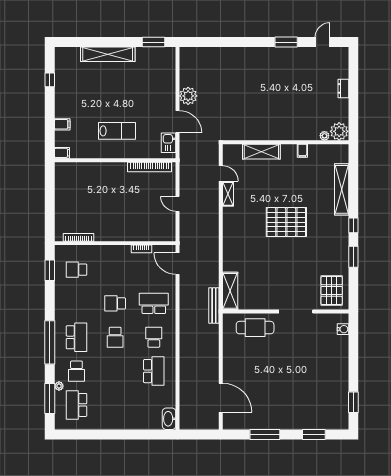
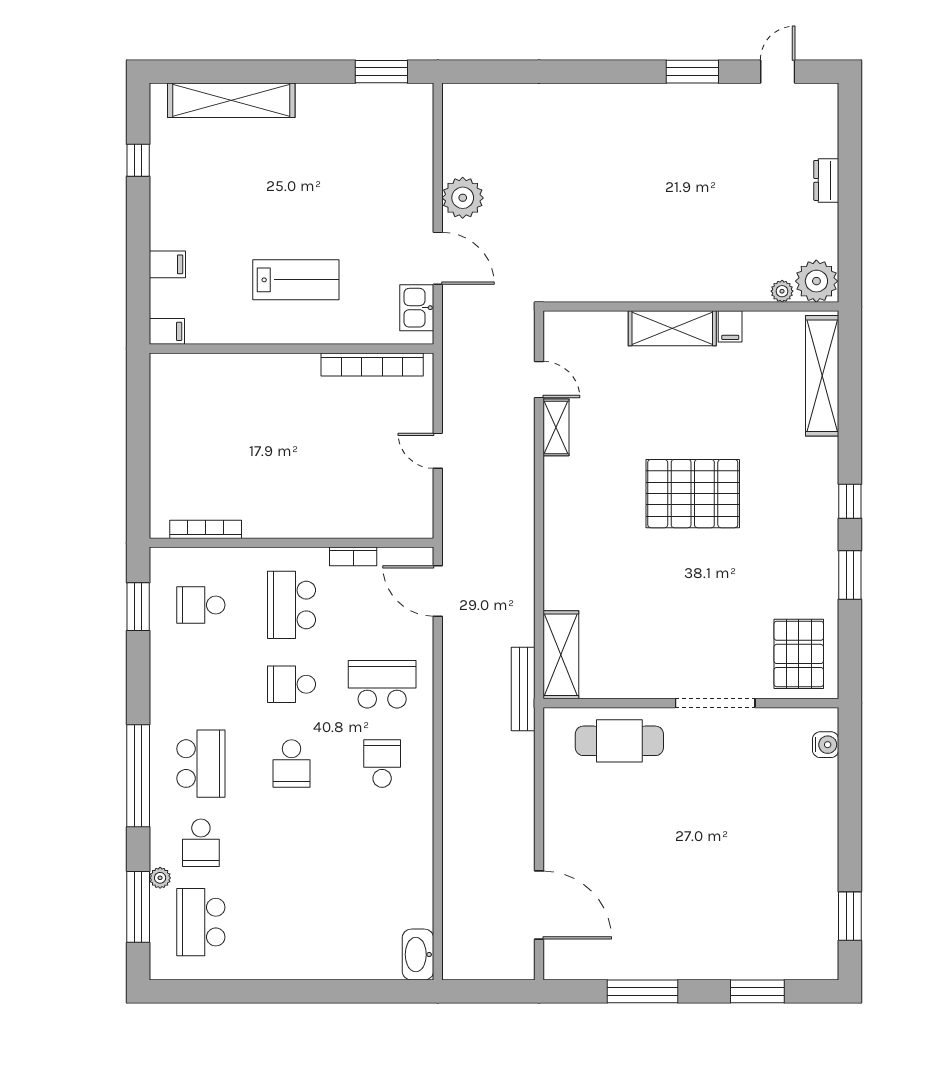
shelving: (108, 54) -> (231, 100), moved
shelving: (261, 152) -> (672, 328), moved
shelving: (342, 189) -> (822, 376), moved
school desk: (154, 371) -> (291, 605), moved, turned 180

